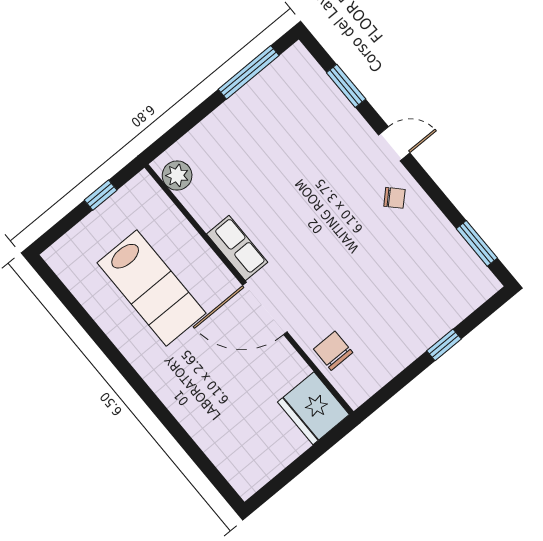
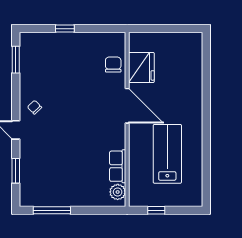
row of seats: (237, 248) -> (118, 166), moved
chair: (333, 351) -> (113, 65), turned 180
fridge: (313, 408) -> (141, 67), moved

